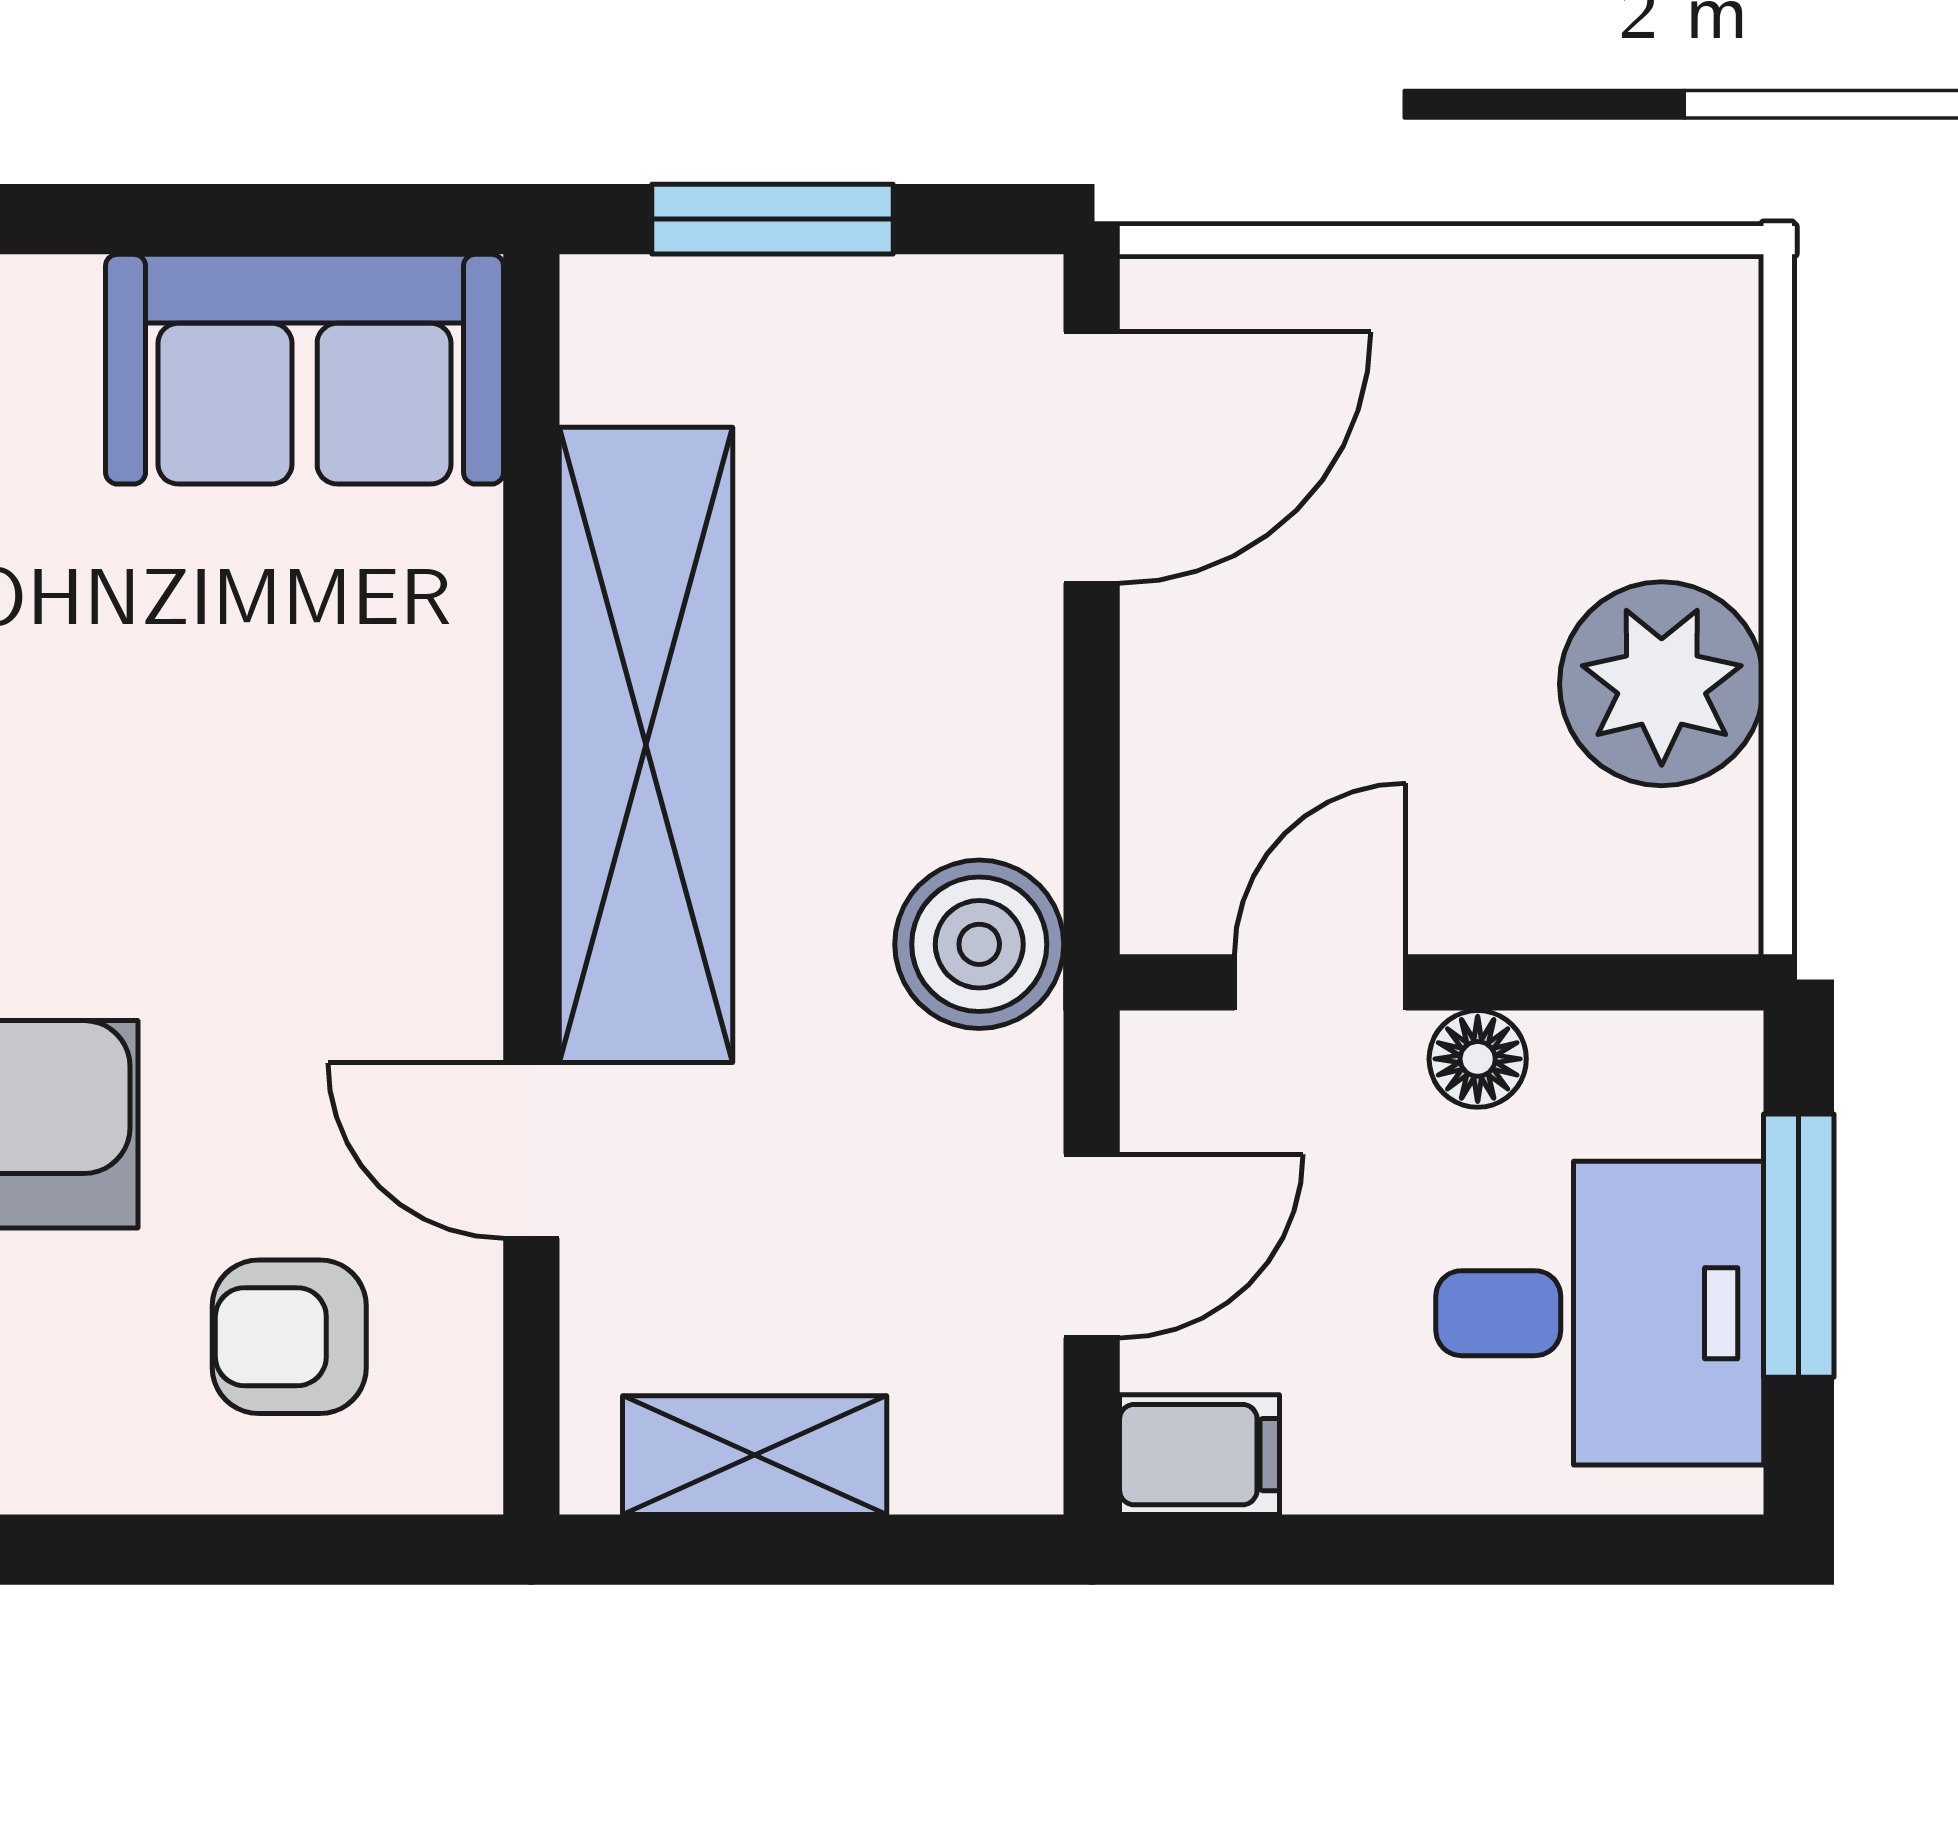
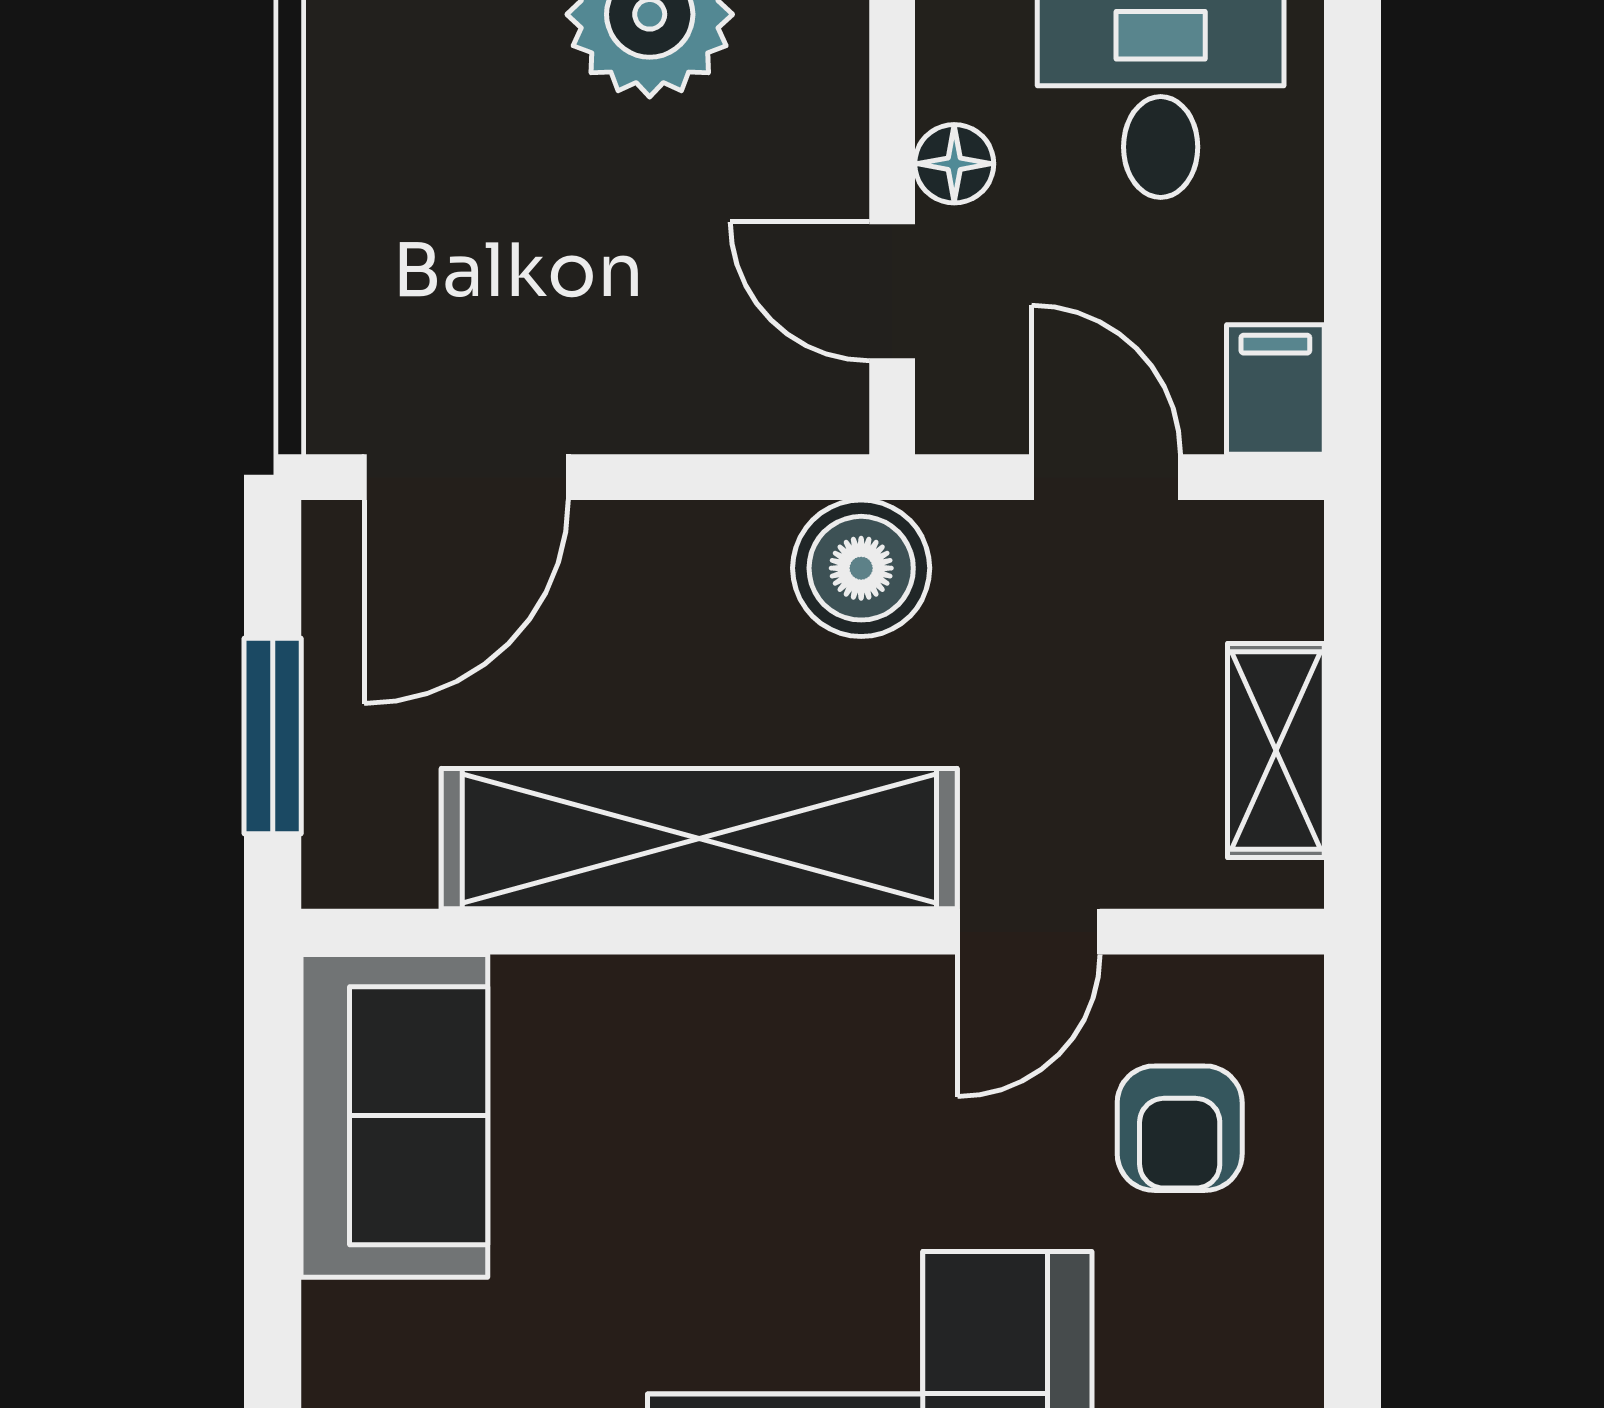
door: (1092, 458) -> (466, 477), swing flipped

